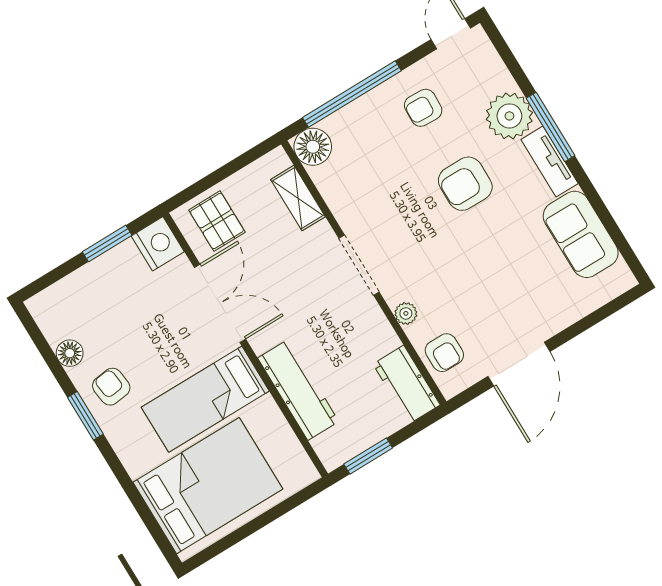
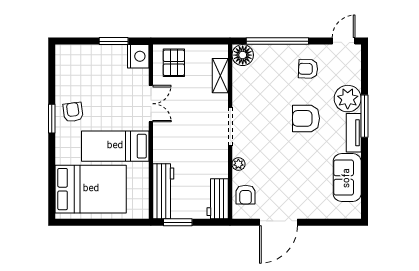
double door: (220, 303) -> (151, 104), width x0.73
floor lamp: (70, 353) -> (63, 83), removed
workbench: (298, 390) -> (163, 191), moved

